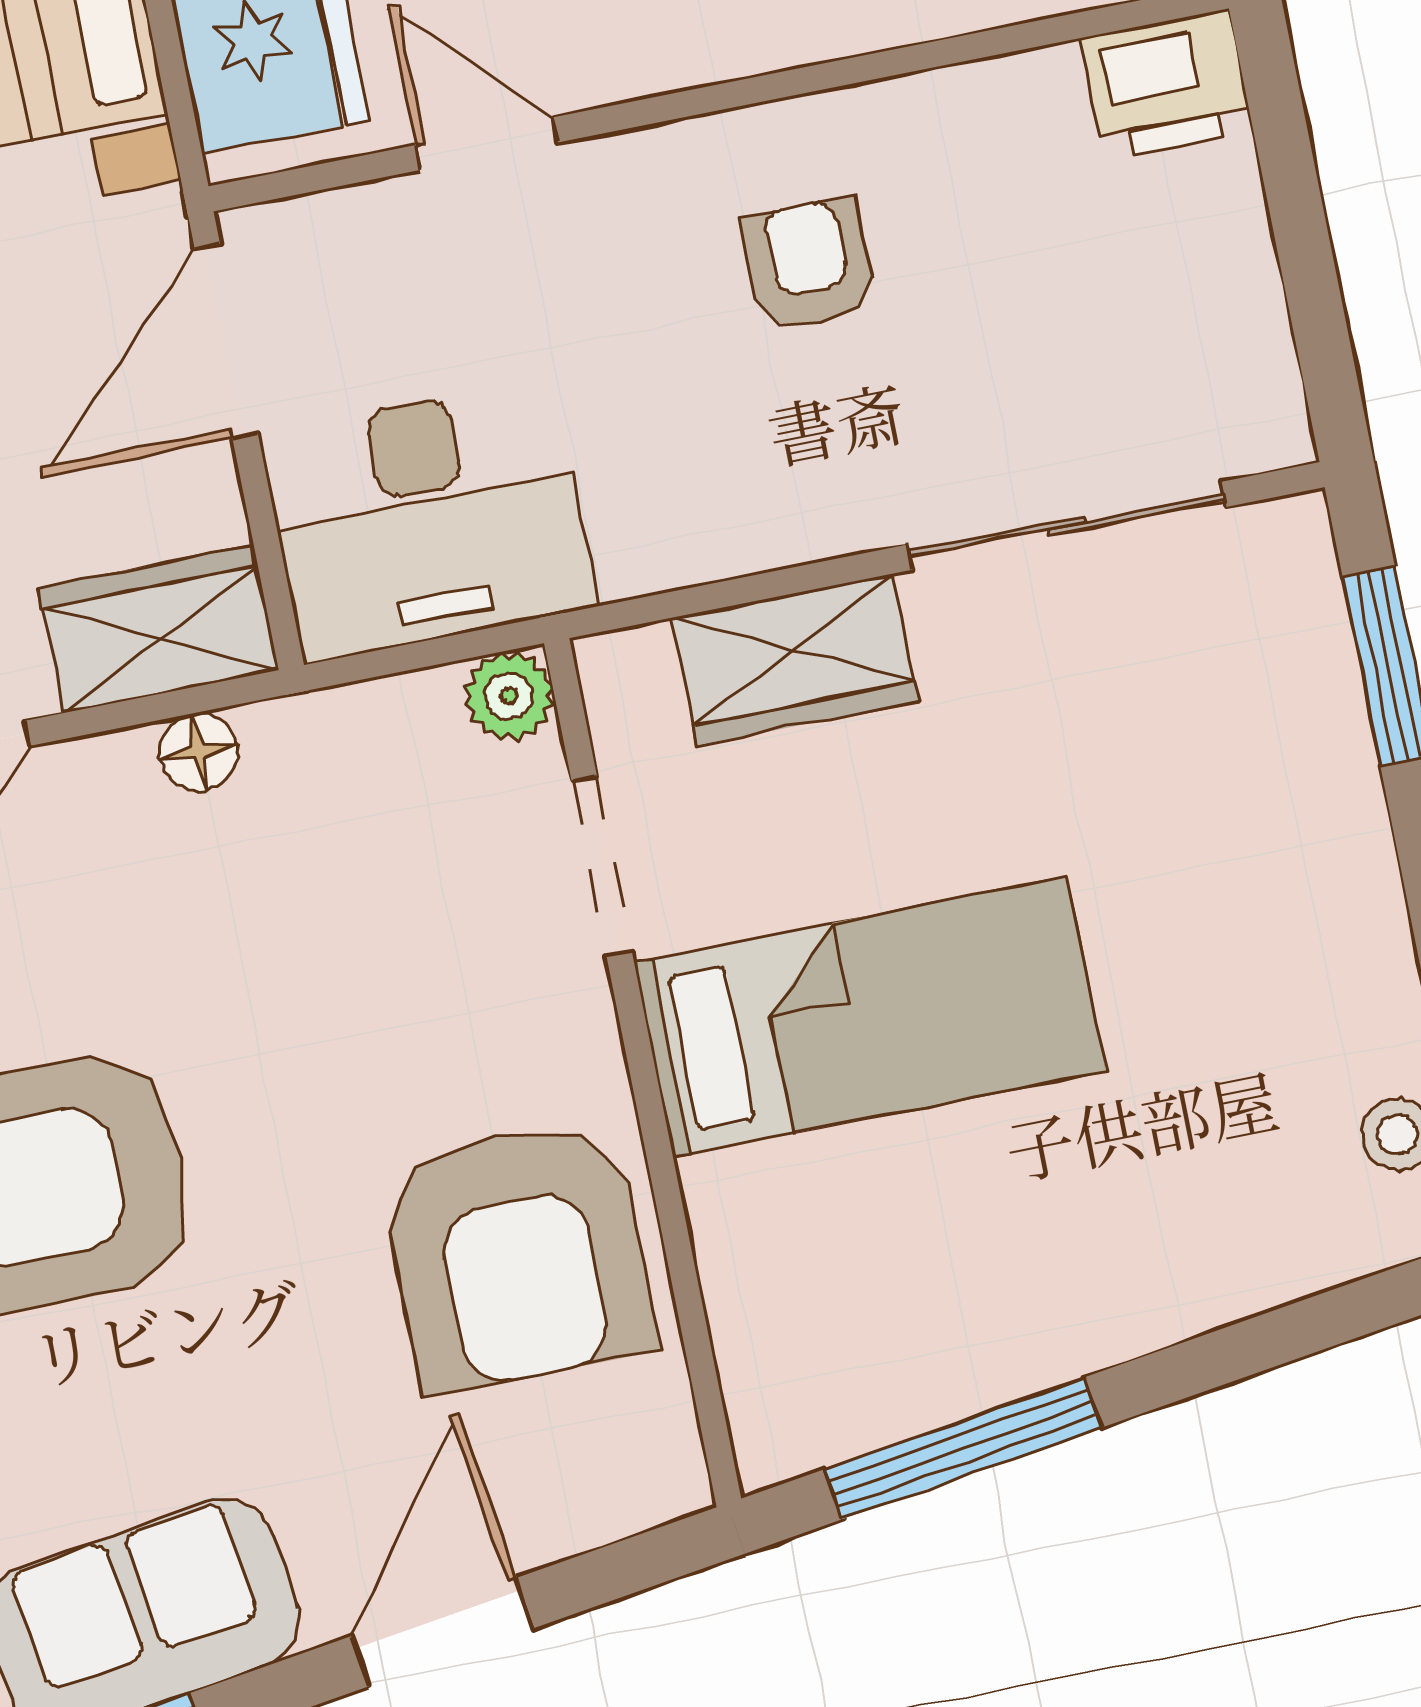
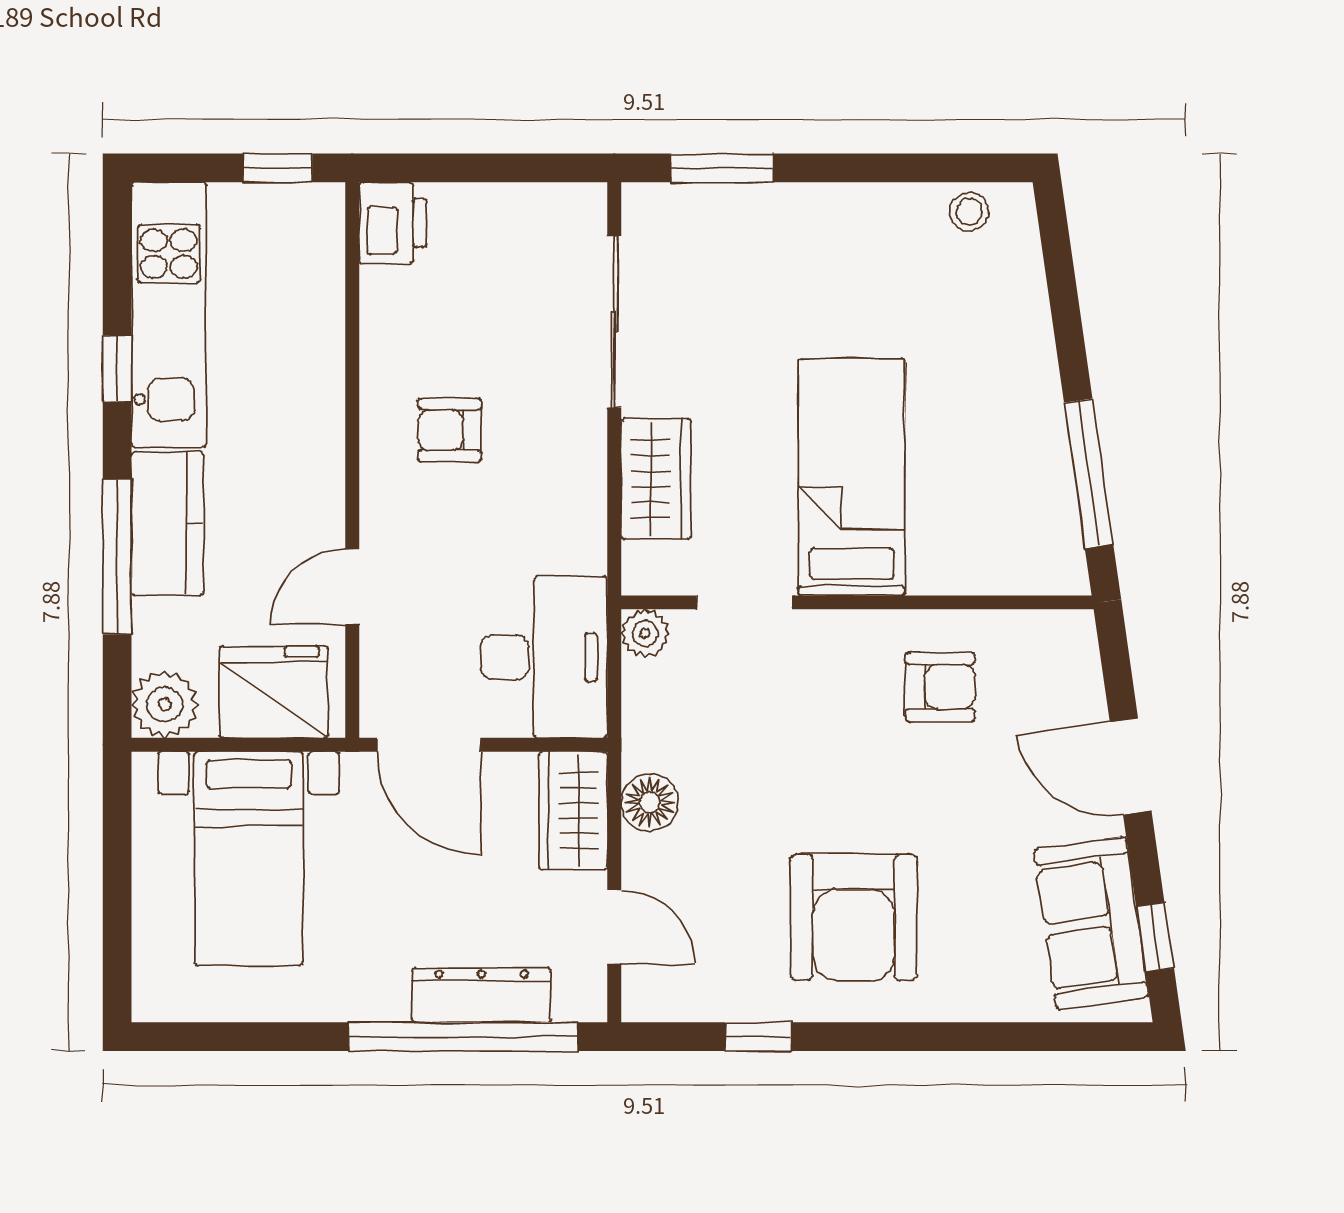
floor lamp: (198, 752) -> (650, 803), width x1.37, depth x1.37
armchair: (519, 1255) -> (940, 687), width x0.53, depth x0.53

